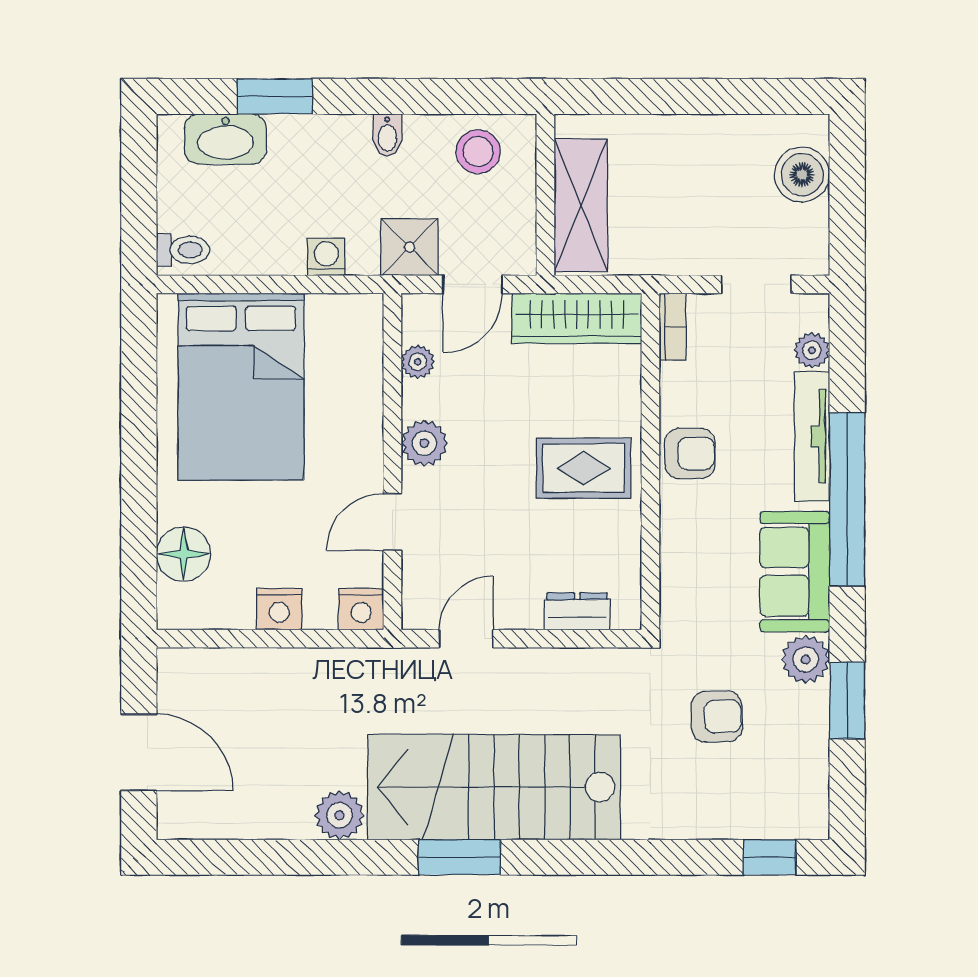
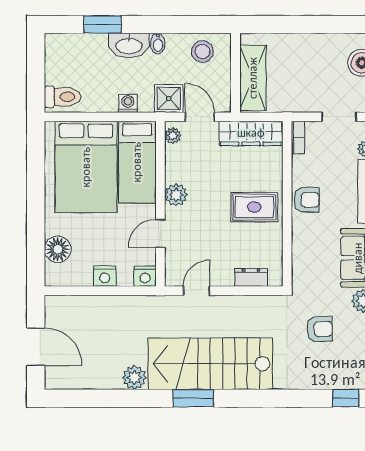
washbasin: (225, 139) -> (129, 45), moved
toilet: (183, 250) -> (62, 97), width x1.37, depth x1.39
door: (473, 284) -> (200, 117), swing flipped
plant: (418, 362) -> (173, 136), moved
bed: (345, 377) -> (137, 162), added

